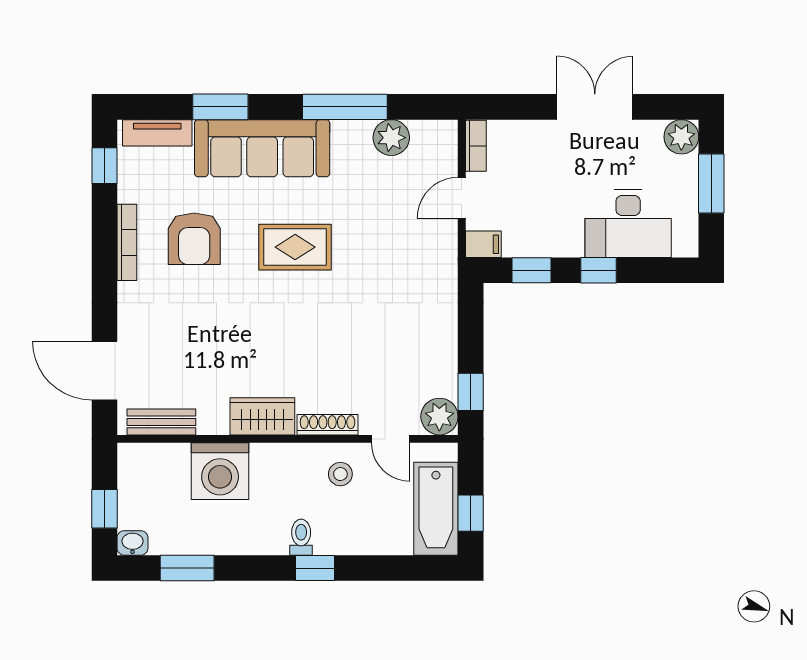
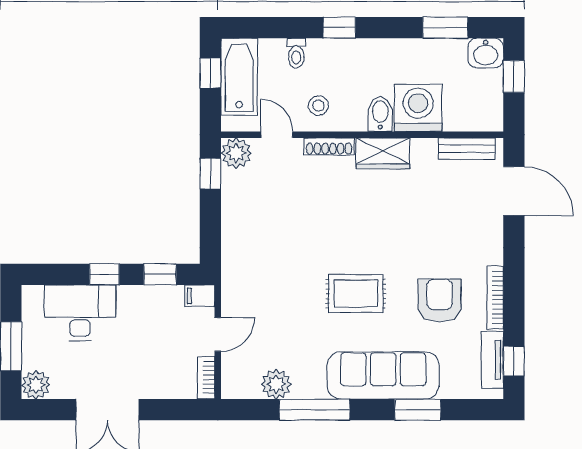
tv unit: (157, 133) -> (492, 360), moved, turned -90
bidet: (266, 464) -> (380, 114), added
toilet: (301, 537) -> (296, 53), moved
washbasin: (132, 543) -> (486, 53), width x1.38, depth x1.45

